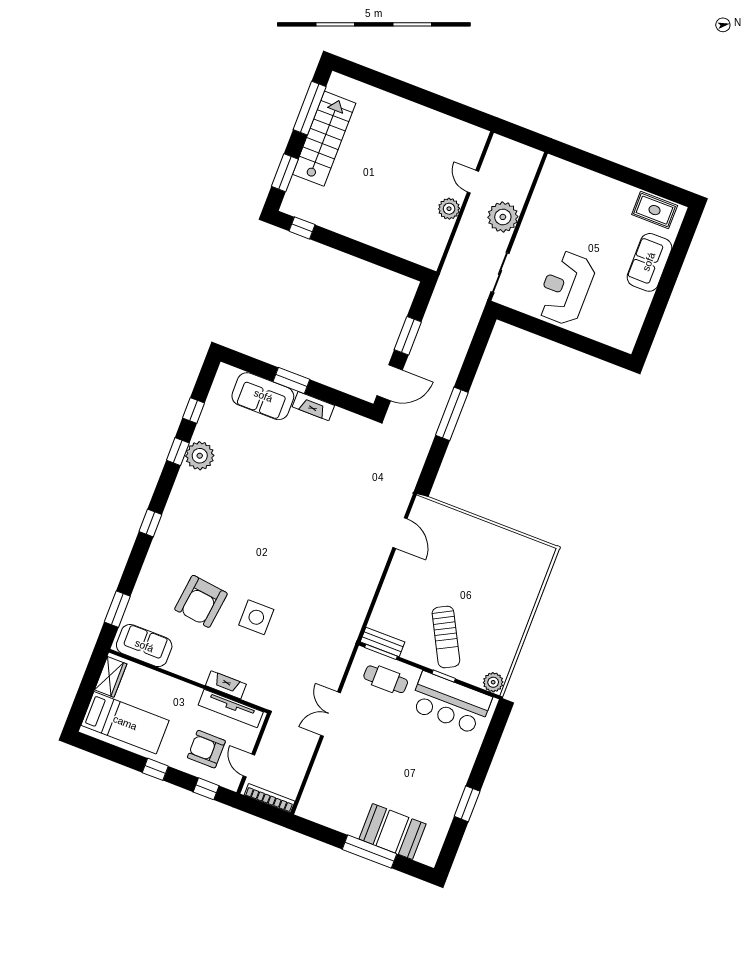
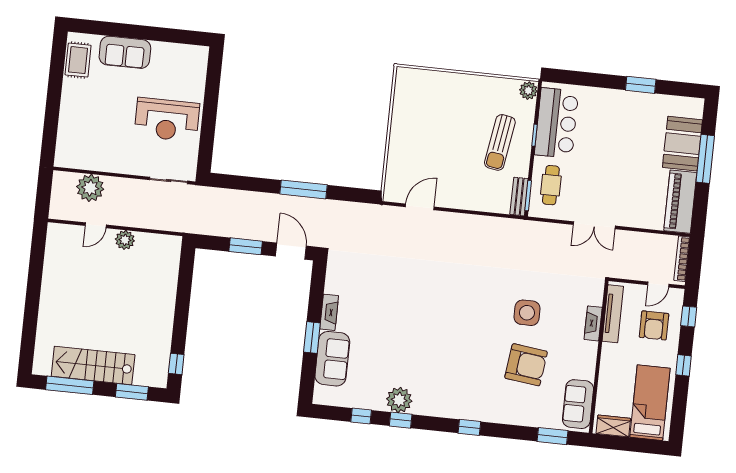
plant: (503, 217) -> (90, 188), moved
sun lounger: (446, 637) -> (500, 142), turned 127
piano: (331, 813) -> (680, 202), added

